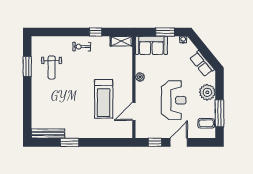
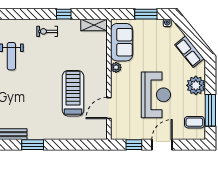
sofa: (151, 45) -> (122, 42), moved, turned -90
treadmill: (104, 99) -> (73, 93), turned 180

